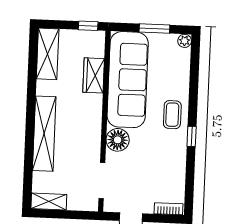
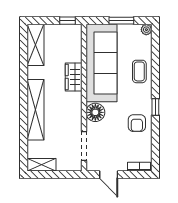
wardrobe: (94, 75) -> (74, 77), moved
coffee table: (172, 115) -> (139, 71), moved
armchair: (168, 155) -> (137, 123), added

